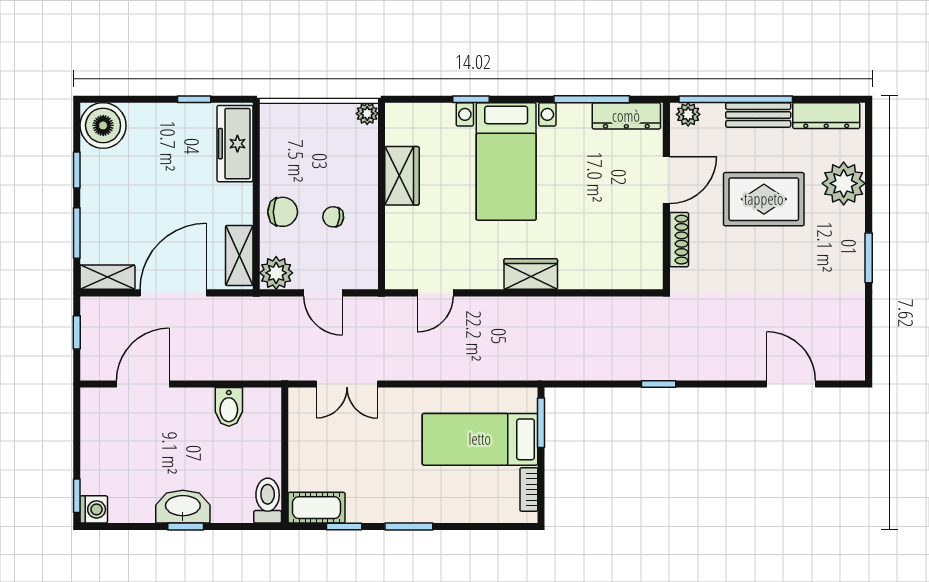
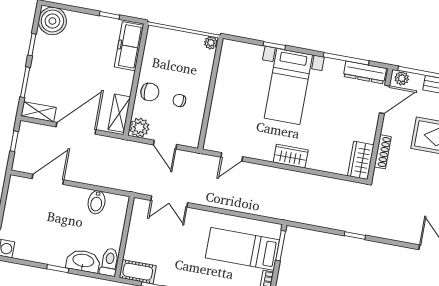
wardrobe: (402, 176) -> (361, 160), moved, turned 180
door: (666, 180) -> (385, 99), moved
washbasin: (183, 507) -> (83, 261), moved

